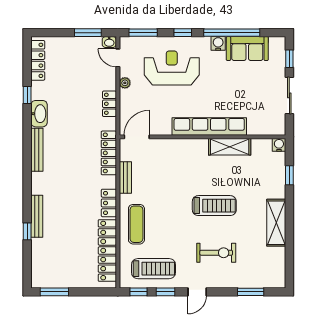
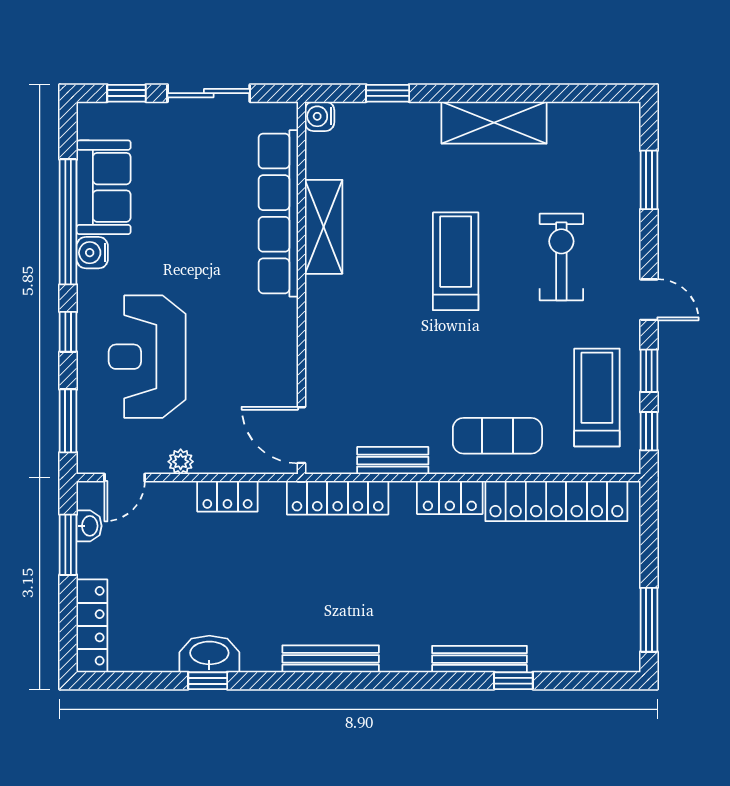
washbasin: (109, 42) -> (89, 526), moved
locker: (38, 60) -> (92, 626), moved, turned 90
washbasin: (39, 114) -> (209, 654), moved
row of seats: (209, 126) -> (278, 213), moved

